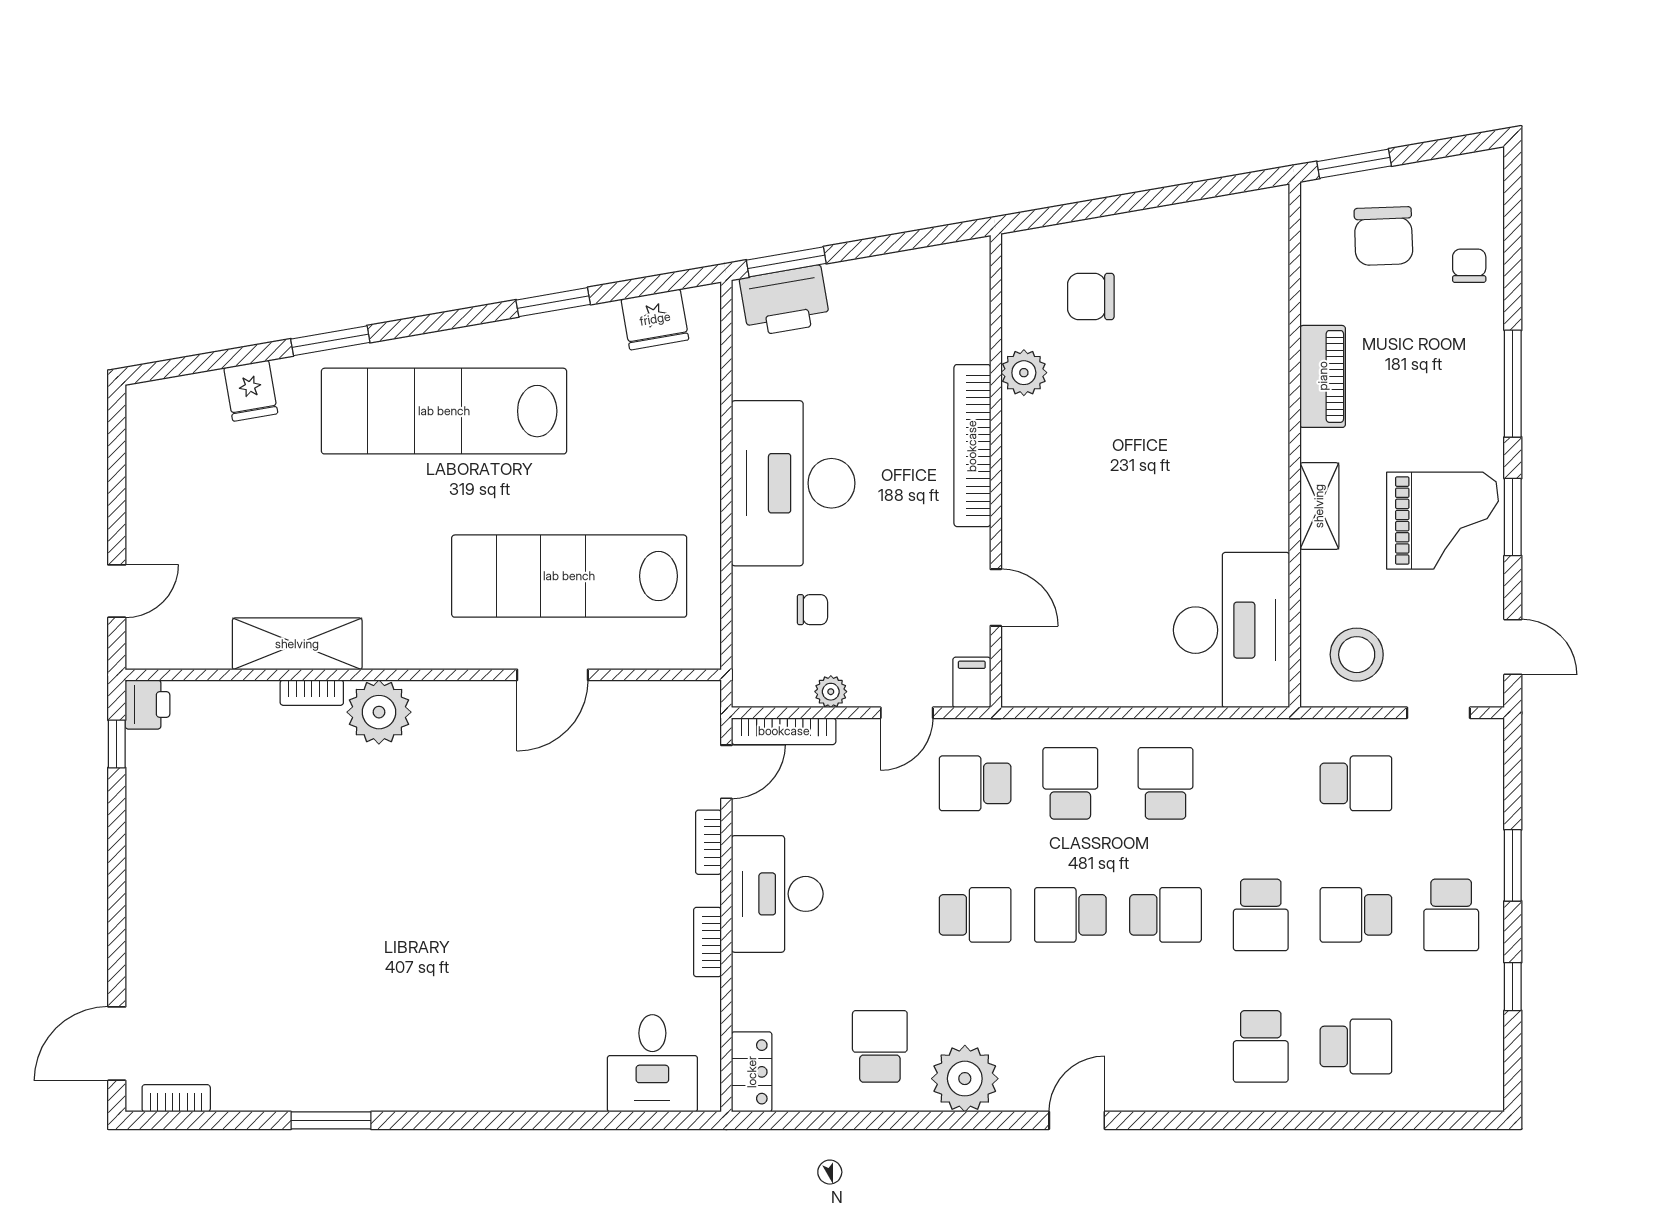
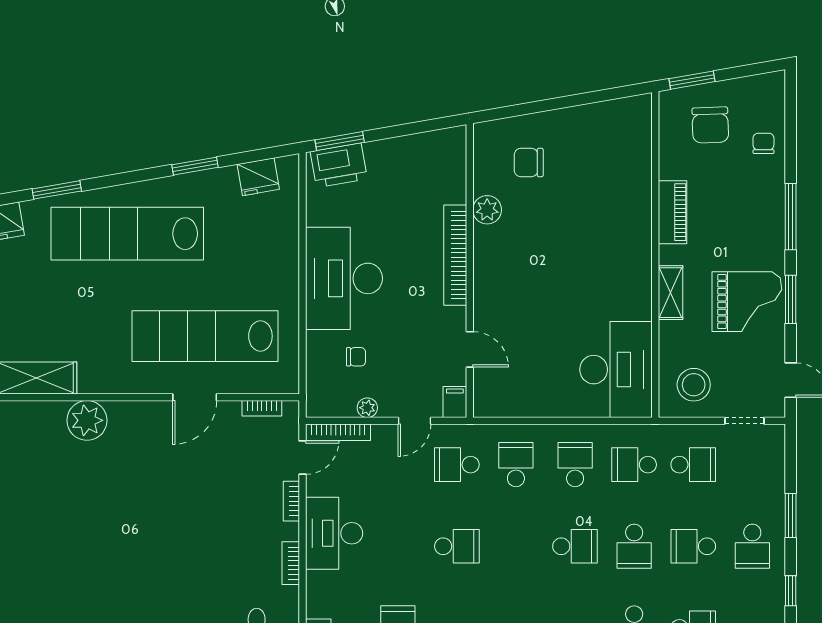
bookcase: (312, 693) -> (262, 408), moved
school desk: (1070, 915) -> (634, 465), moved

